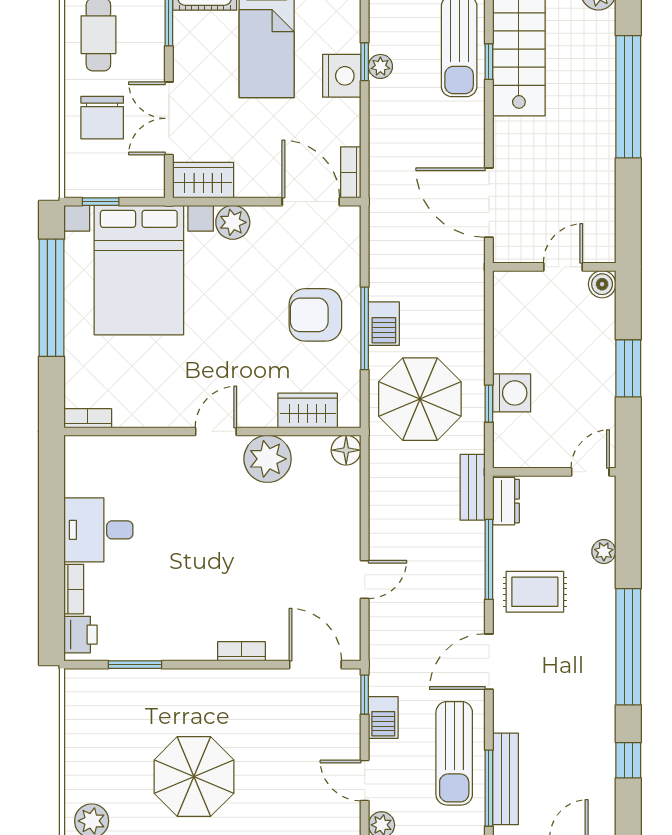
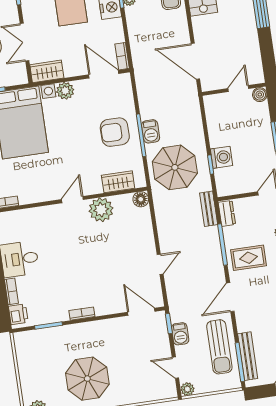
bookcase: (241, 651) -> (82, 314), moved

